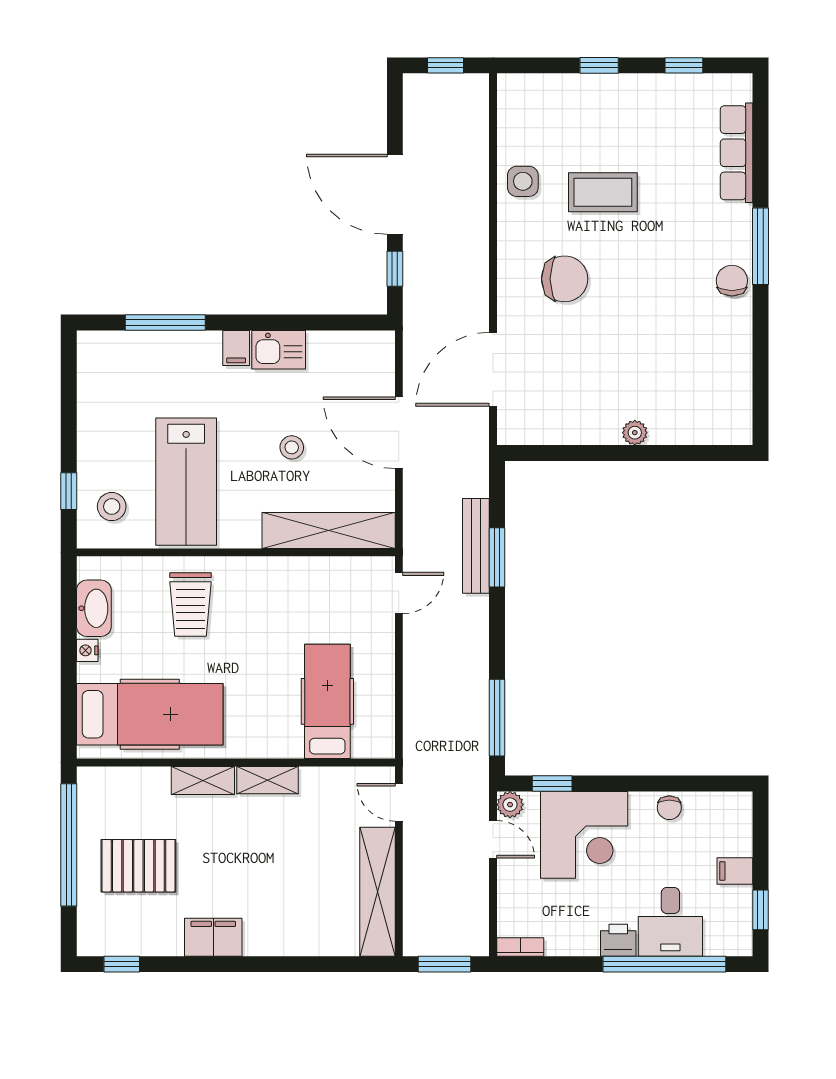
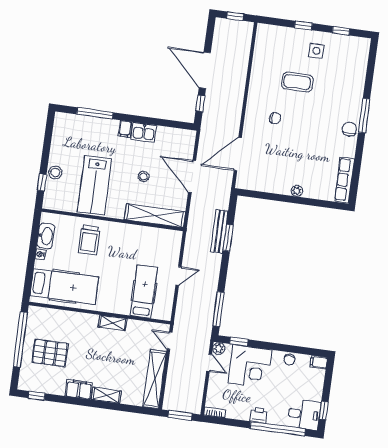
row of seats: (737, 153) -> (344, 180), moved
side table: (523, 181) -> (316, 51), moved
chair: (565, 279) -> (275, 118), width x0.54, depth x0.54
stool: (112, 507) -> (55, 172), moved
door: (399, 593) -> (178, 276), moved
shelving: (203, 780) -> (106, 395), moved
filing cabinet: (735, 871) -> (319, 362), moved
desk: (670, 922) -> (304, 414), moved, turned -90

